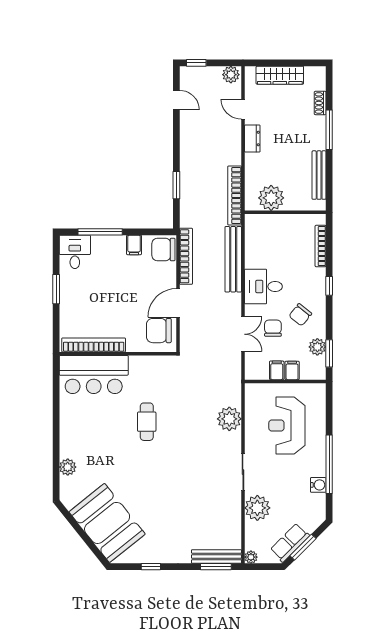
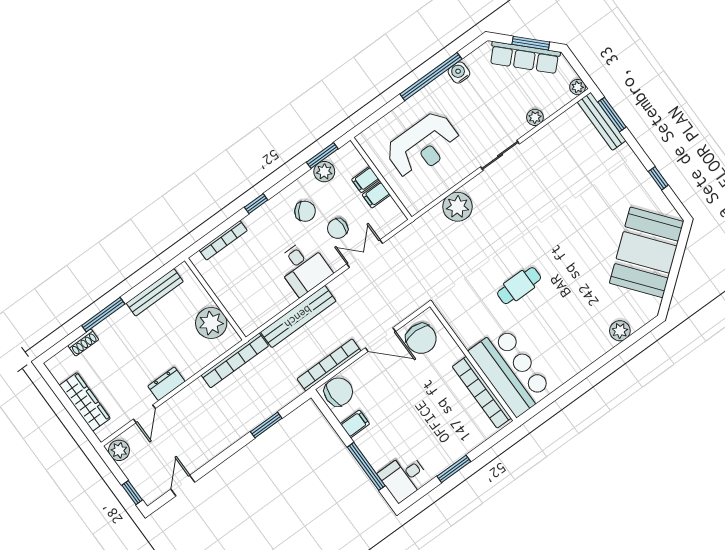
chair: (163, 249) -> (338, 392), turned -90
plant: (257, 508) -> (535, 117), width x0.53, depth x0.53
row of seats: (290, 543) -> (525, 57), width x1.48

